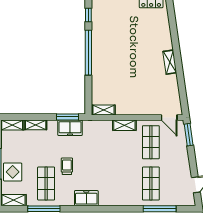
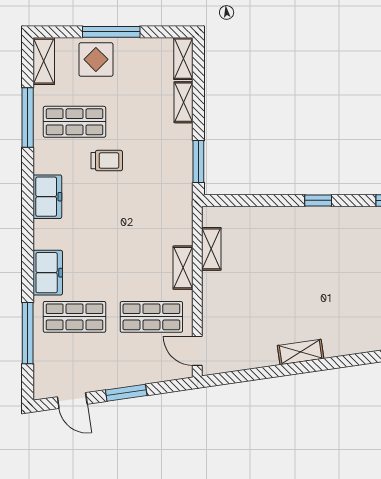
window: (88, 53) -> (318, 200), width x0.32
shelving: (104, 110) -> (211, 249), moved
door: (169, 118) -> (197, 351), hinge flipped
freezer: (70, 128) -> (48, 273), moved, turned 180
window: (189, 135) -> (126, 393), moved

